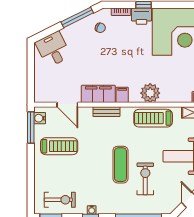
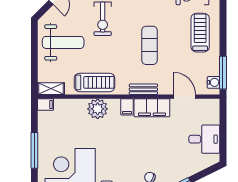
desk: (53, 49) -> (204, 139), moved, turned -63
treadmill: (59, 146) -> (200, 33), moved, turned 90
exercise mat: (120, 165) -> (150, 45), moved

